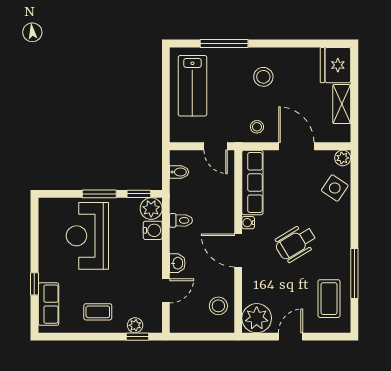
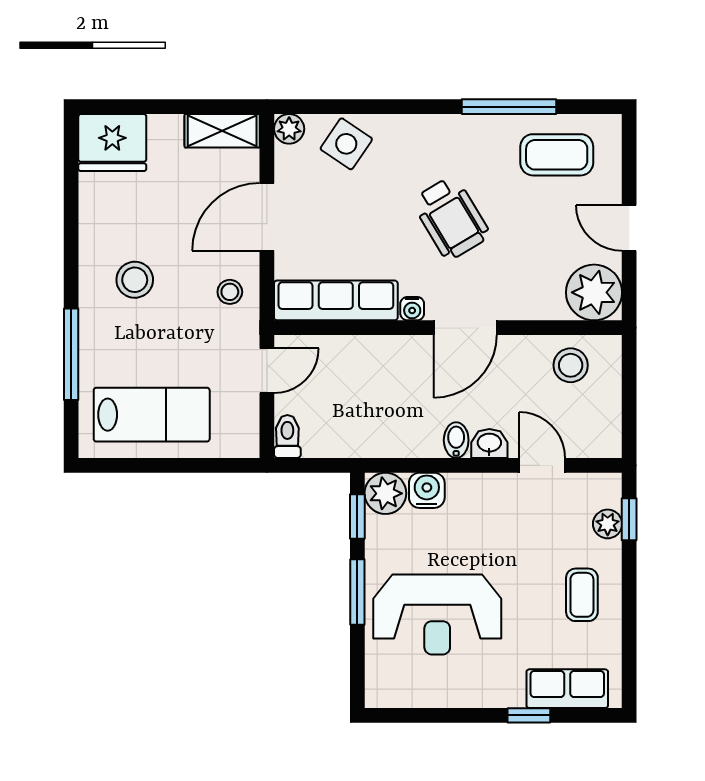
shelving: (342, 104) -> (222, 131), moved
bidet: (179, 172) -> (456, 440), moved
toilet: (181, 220) -> (287, 436), moved

